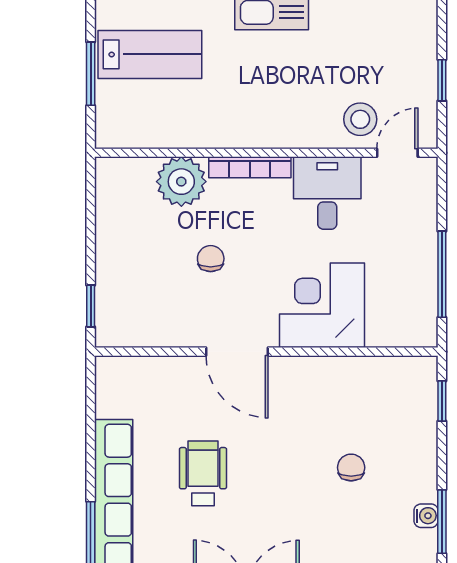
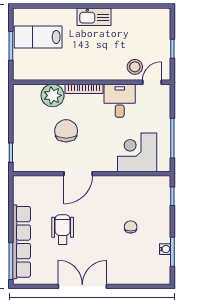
lab bench: (150, 54) -> (38, 37), turned 180
chair: (211, 259) -> (66, 131), width x1.87, depth x1.87
corner desk: (322, 305) -> (137, 152), moved
door: (237, 352) -> (78, 174), hinge flipped

